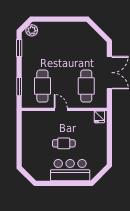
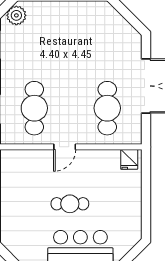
door: (61, 109) -> (65, 147), swing flipped

